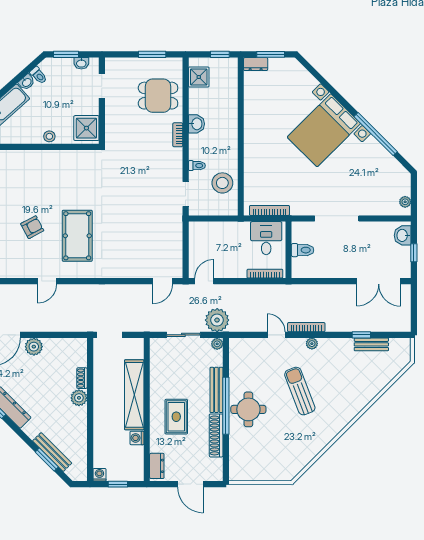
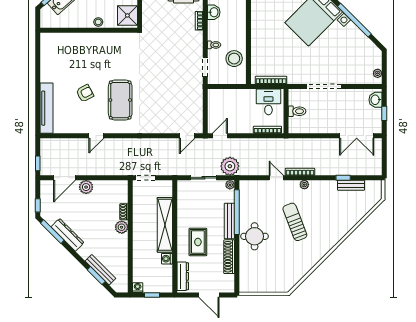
window: (226, 406) -> (237, 212), moved
dresser: (157, 466) -> (183, 276), width x1.44

